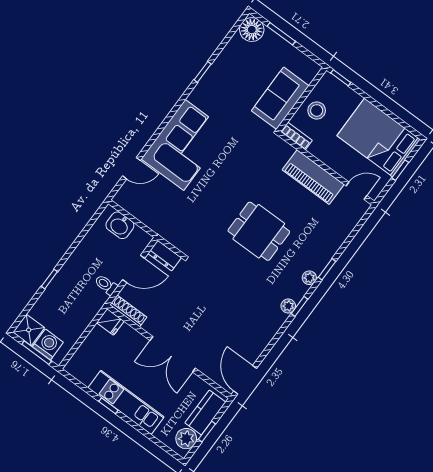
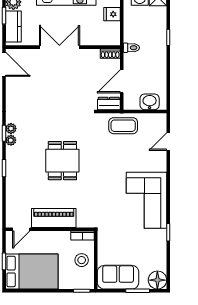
sofa: (280, 98) -> (118, 277), moved, turned -90
corner sofa: (184, 145) -> (146, 200), moved
coffee table: (167, 221) -> (123, 126), added
dining table: (259, 231) -> (62, 161), turned 90
plant: (309, 278) -> (11, 140), moved
toilet: (106, 285) -> (131, 48), moved
shoe rack: (128, 311) -> (110, 54), width x0.70
fridge: (110, 322) -> (112, 14), moved

